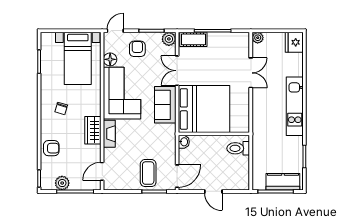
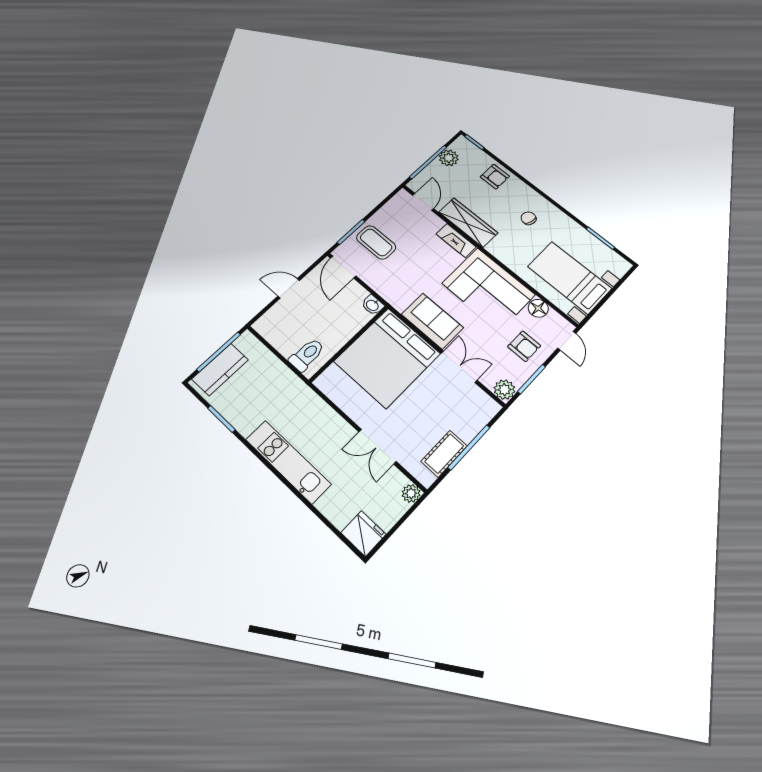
cot: (193, 39) -> (444, 454), moved
wardrobe: (93, 130) -> (468, 222), width x1.50
armchair: (51, 148) -> (495, 177), turned -90

